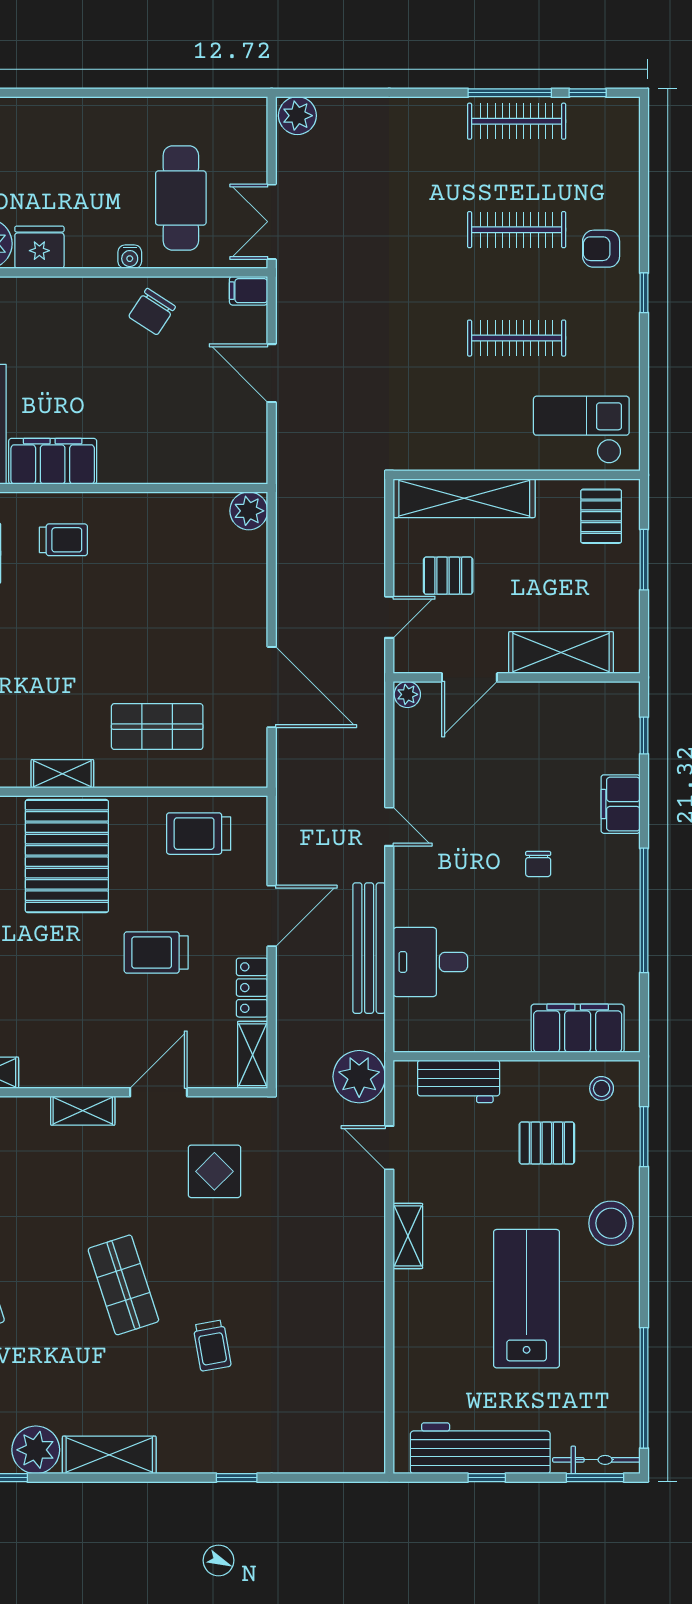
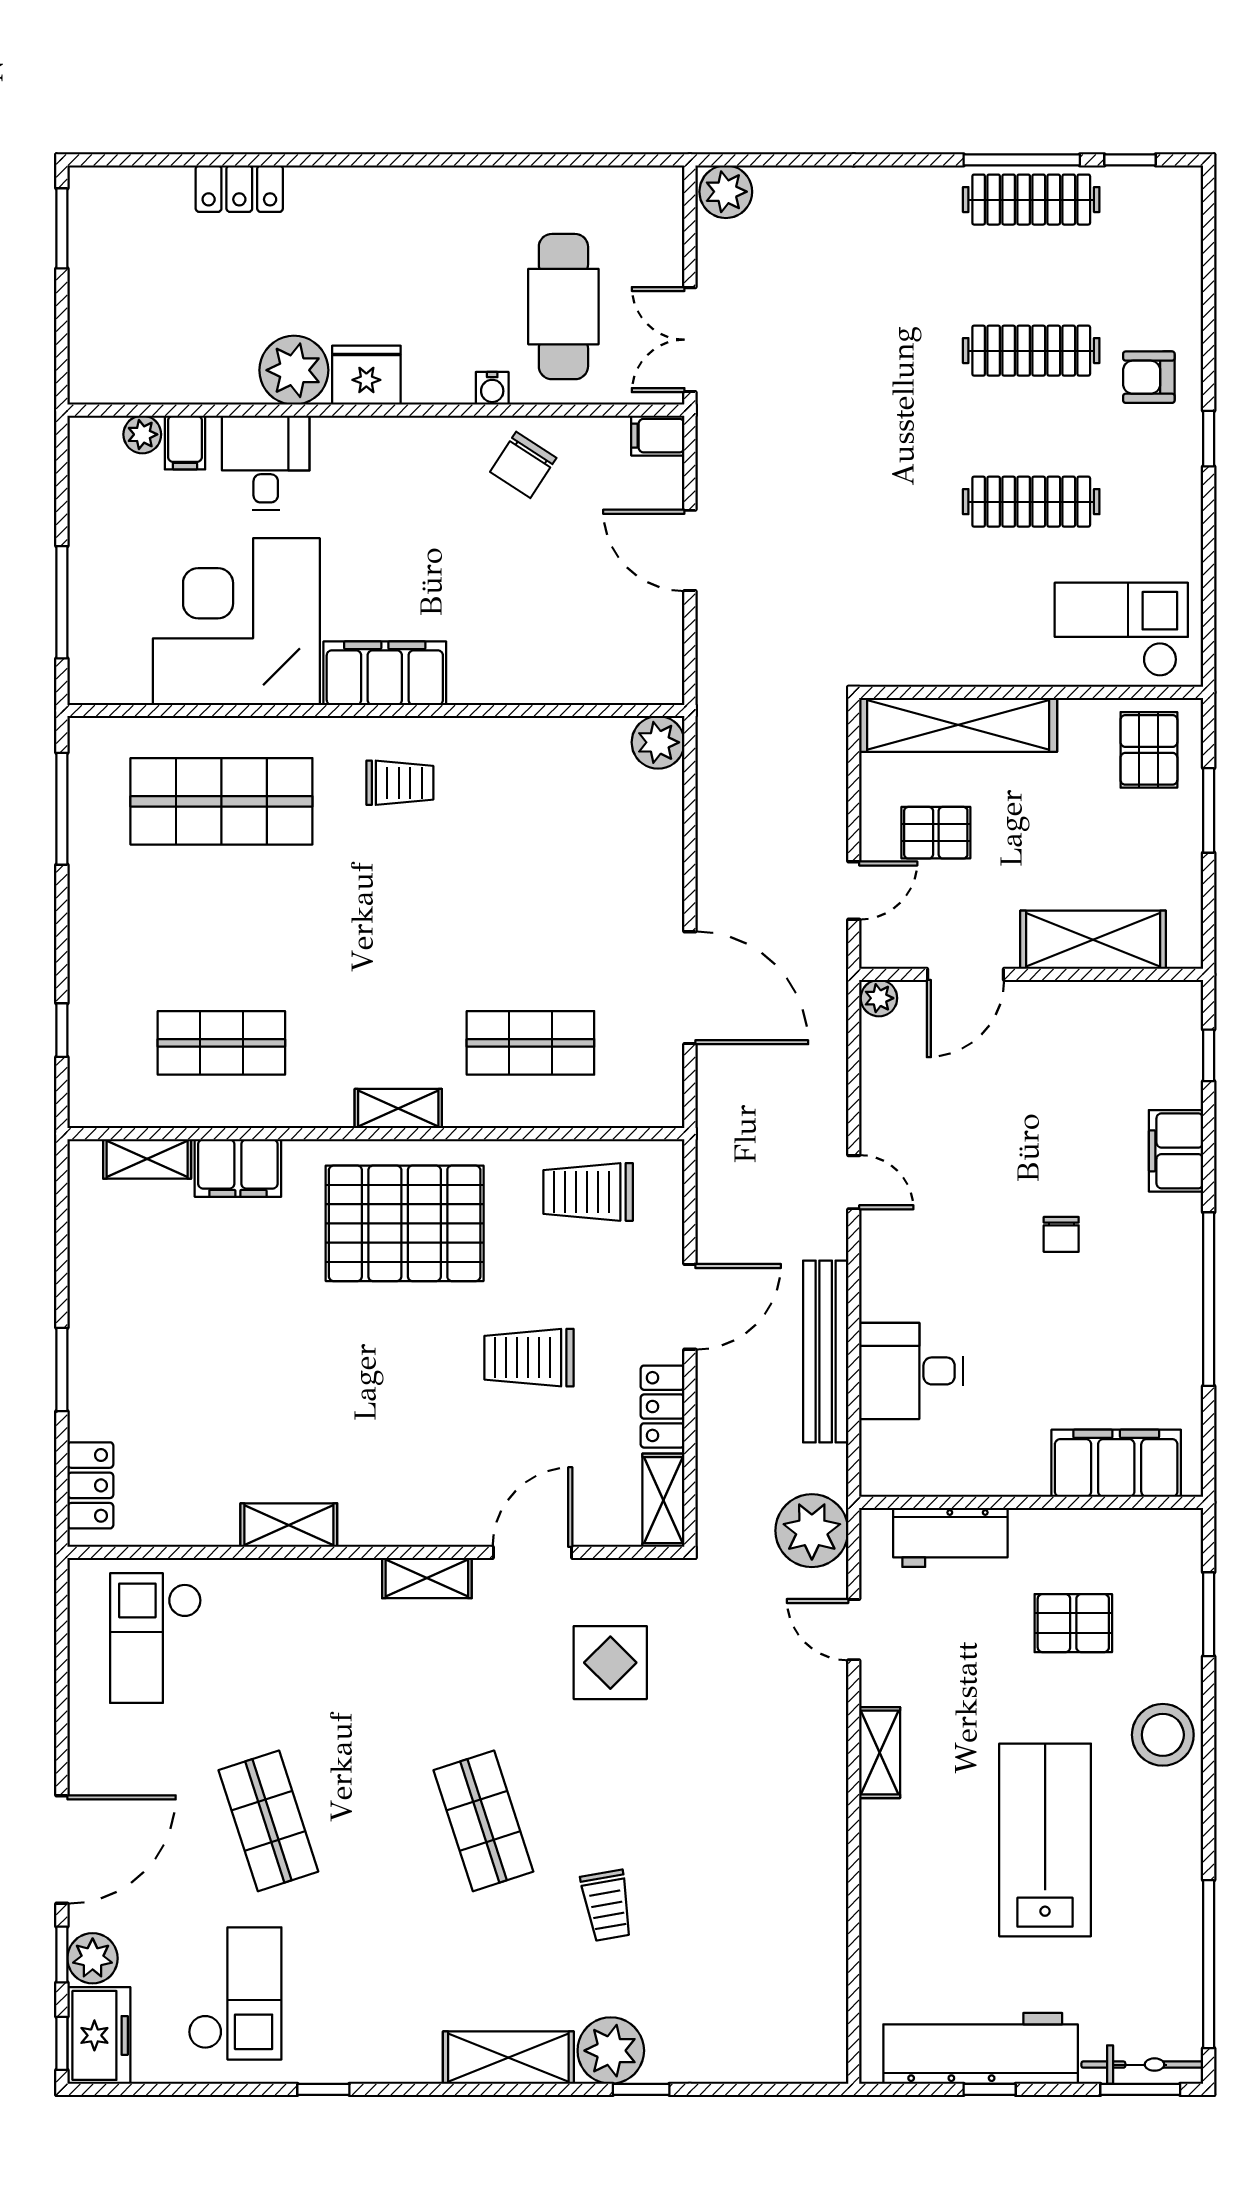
pallet: (67, 856) -> (405, 1223), turned 90
stool: (602, 1088) -> (1150, 1547), removed
plant: (36, 1450) -> (611, 2051), moved
shelving: (109, 1455) -> (508, 2058), moved

